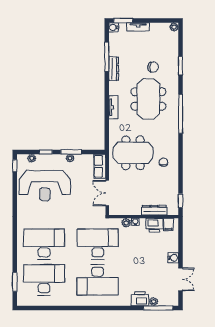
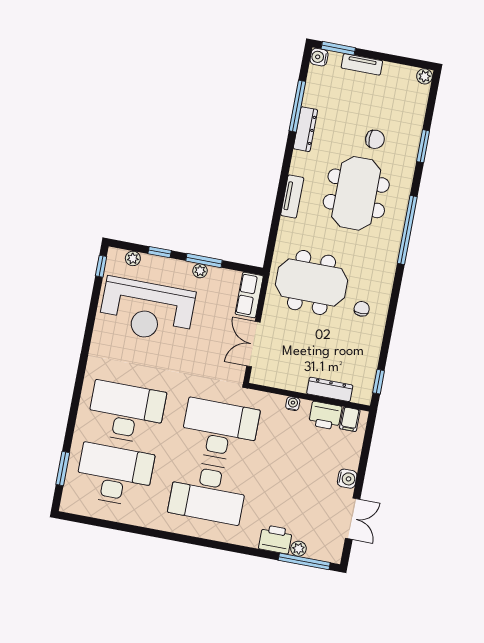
plant: (126, 223) -> (277, 402), removed

